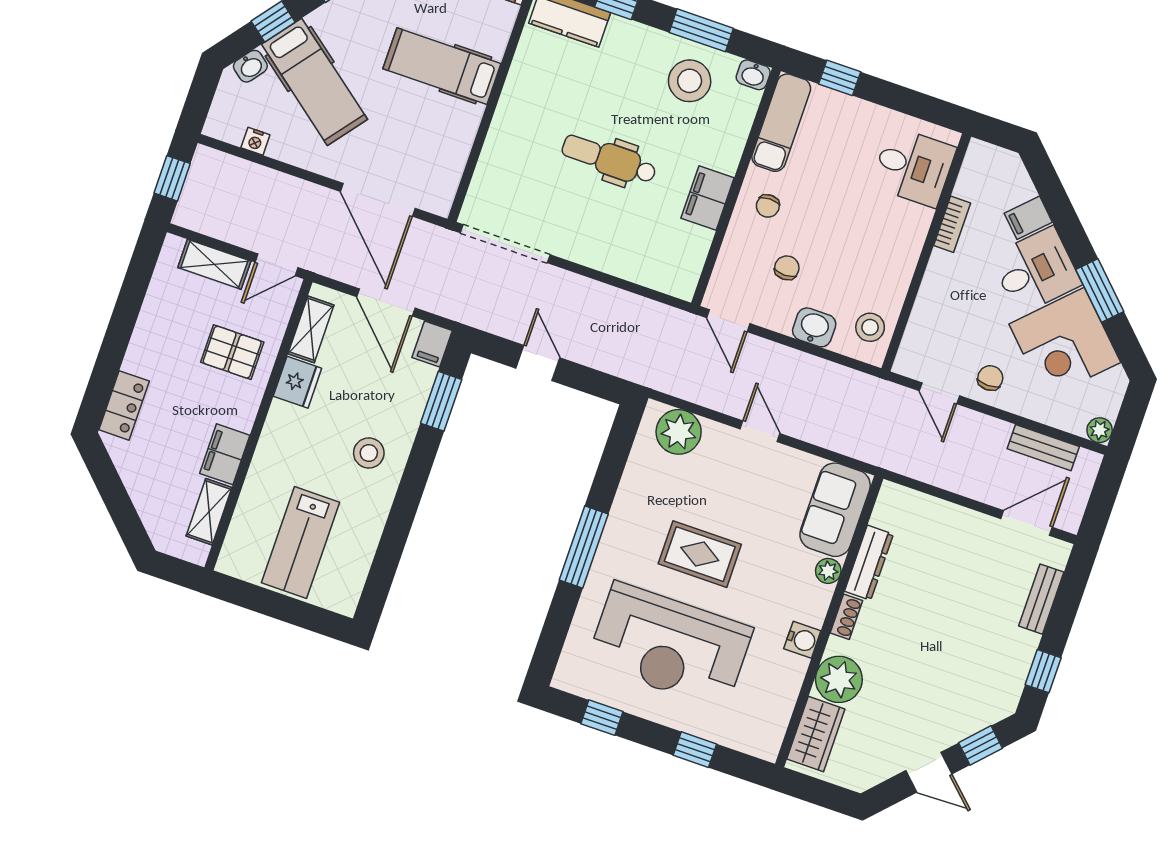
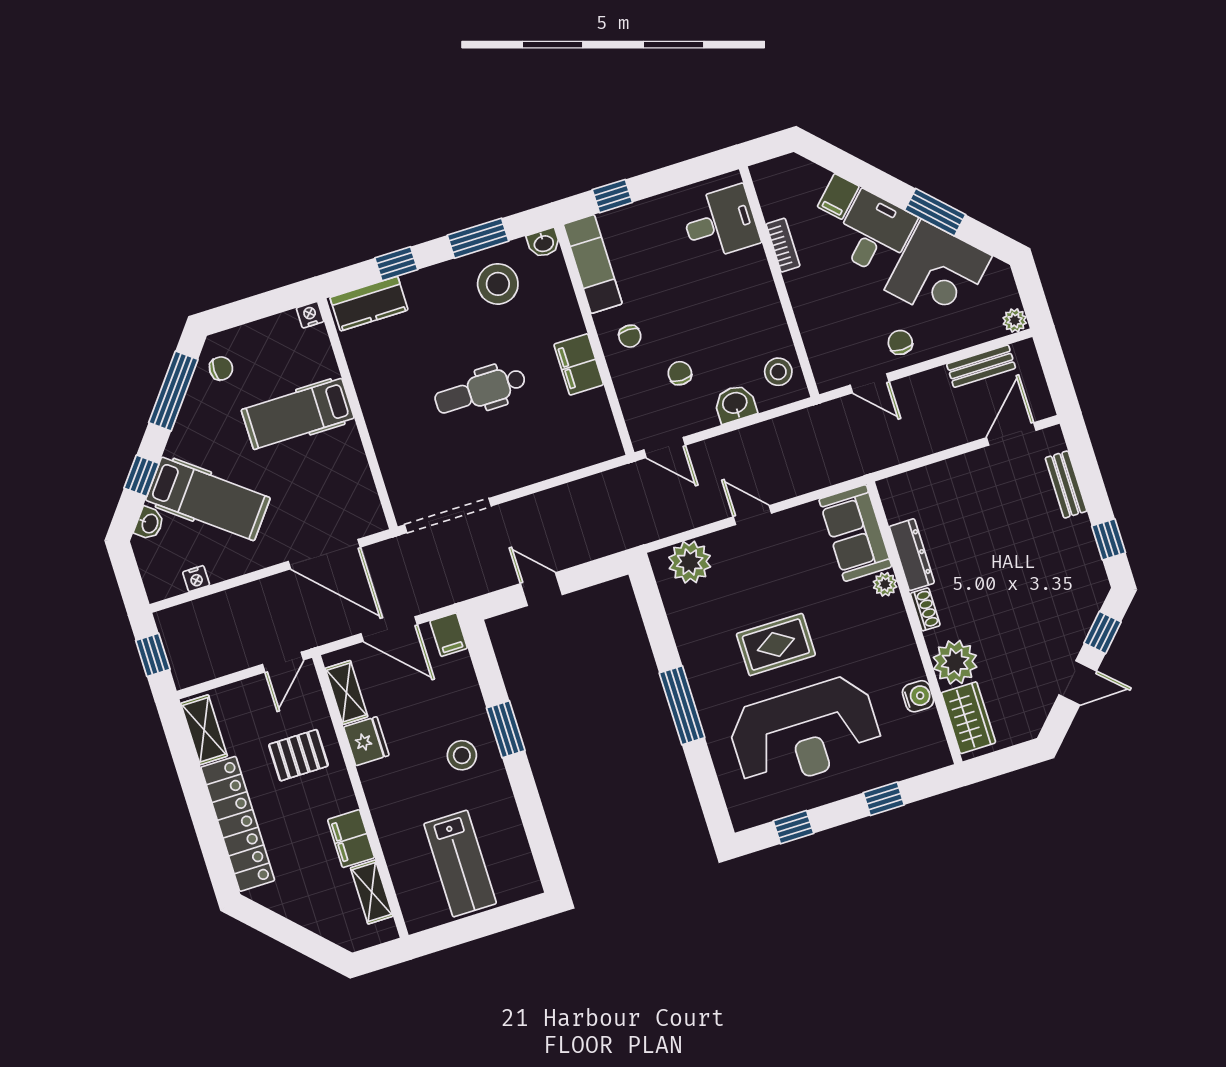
shelving: (214, 264) -> (204, 730), moved, turned 90
window: (441, 401) -> (506, 729), moved
locker: (124, 405) -> (238, 824), width x2.16, depth x1.21
water cooler: (802, 640) -> (918, 696), moved

